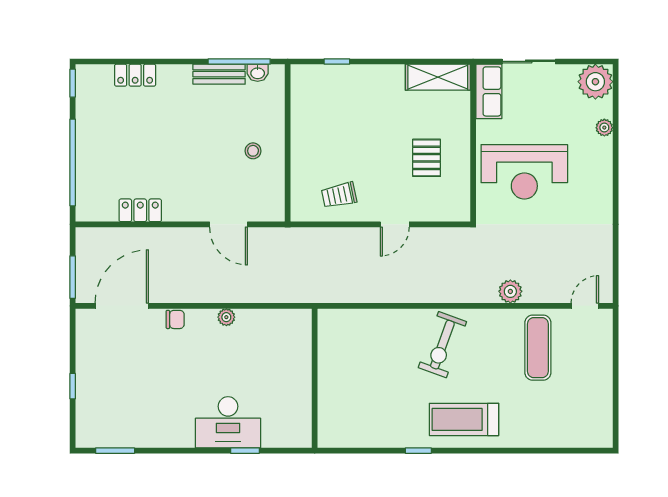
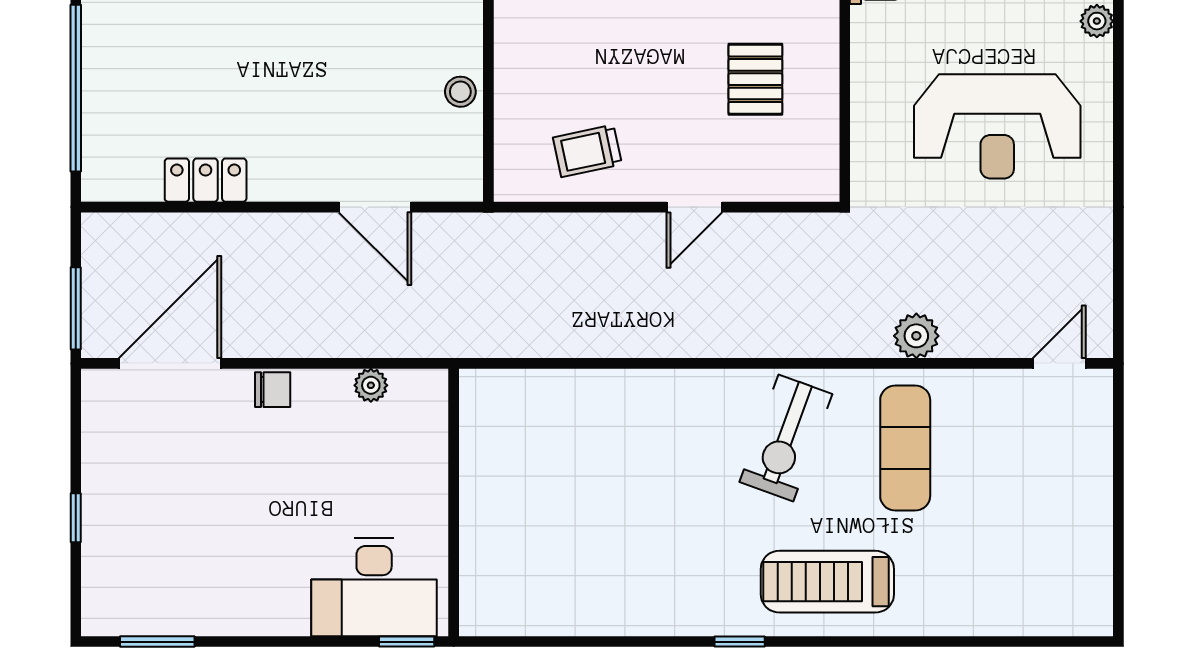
stool: (253, 151) -> (460, 92), moved
reception desk: (524, 172) -> (997, 126), moved
exercise mat: (538, 348) -> (905, 448), moved
wall: (315, 378) -> (454, 502), moved

